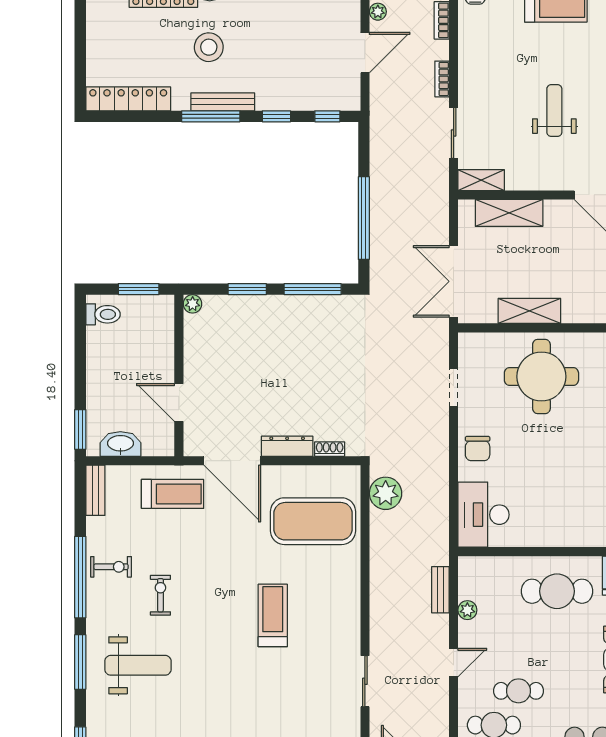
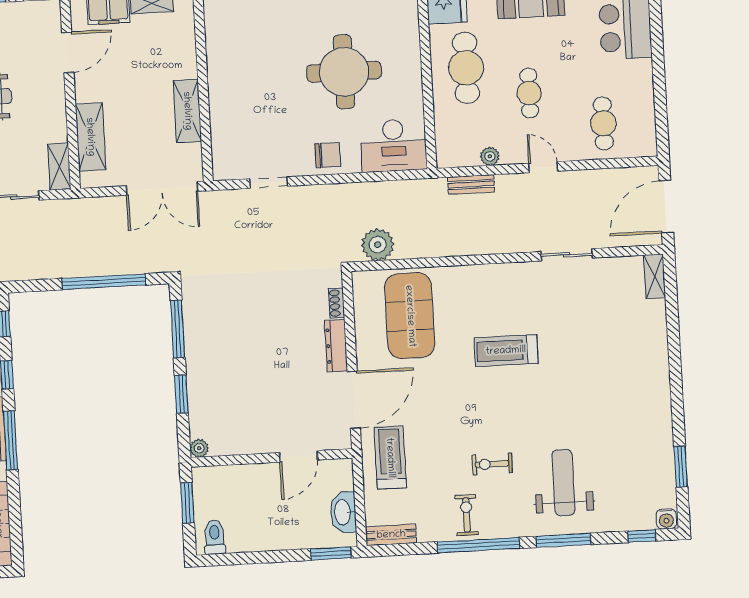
round table: (541, 377) -> (344, 72), moved
cafe table: (519, 691) -> (529, 93), moved

